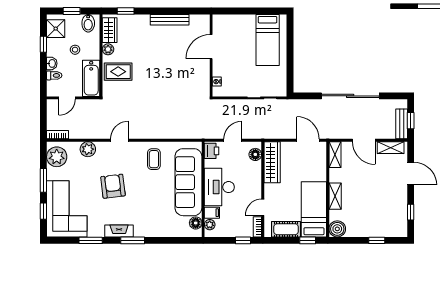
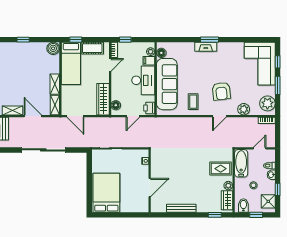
bed: (268, 40) -> (106, 193), width x1.50
armchair: (113, 186) -> (221, 91), moved
shelving: (335, 196) -> (55, 84), moved
fireplace: (119, 231) -> (206, 47), moved
window: (91, 240) -> (242, 40), removed

